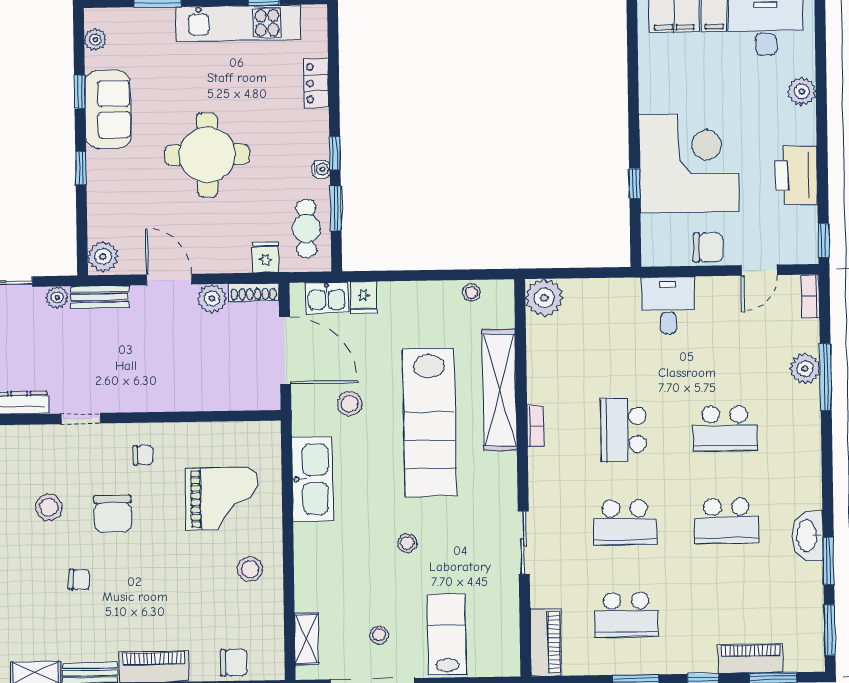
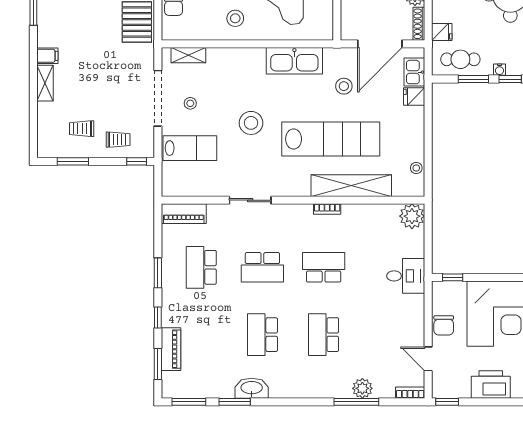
window: (635, 184) -> (453, 277), moved
desk: (668, 305) -> (406, 276), moved
lab bench: (430, 422) -> (331, 139), turned 180
school desk: (625, 522) -> (262, 267), turned -90
stool: (407, 543) -> (251, 123), width x1.89, depth x1.89

